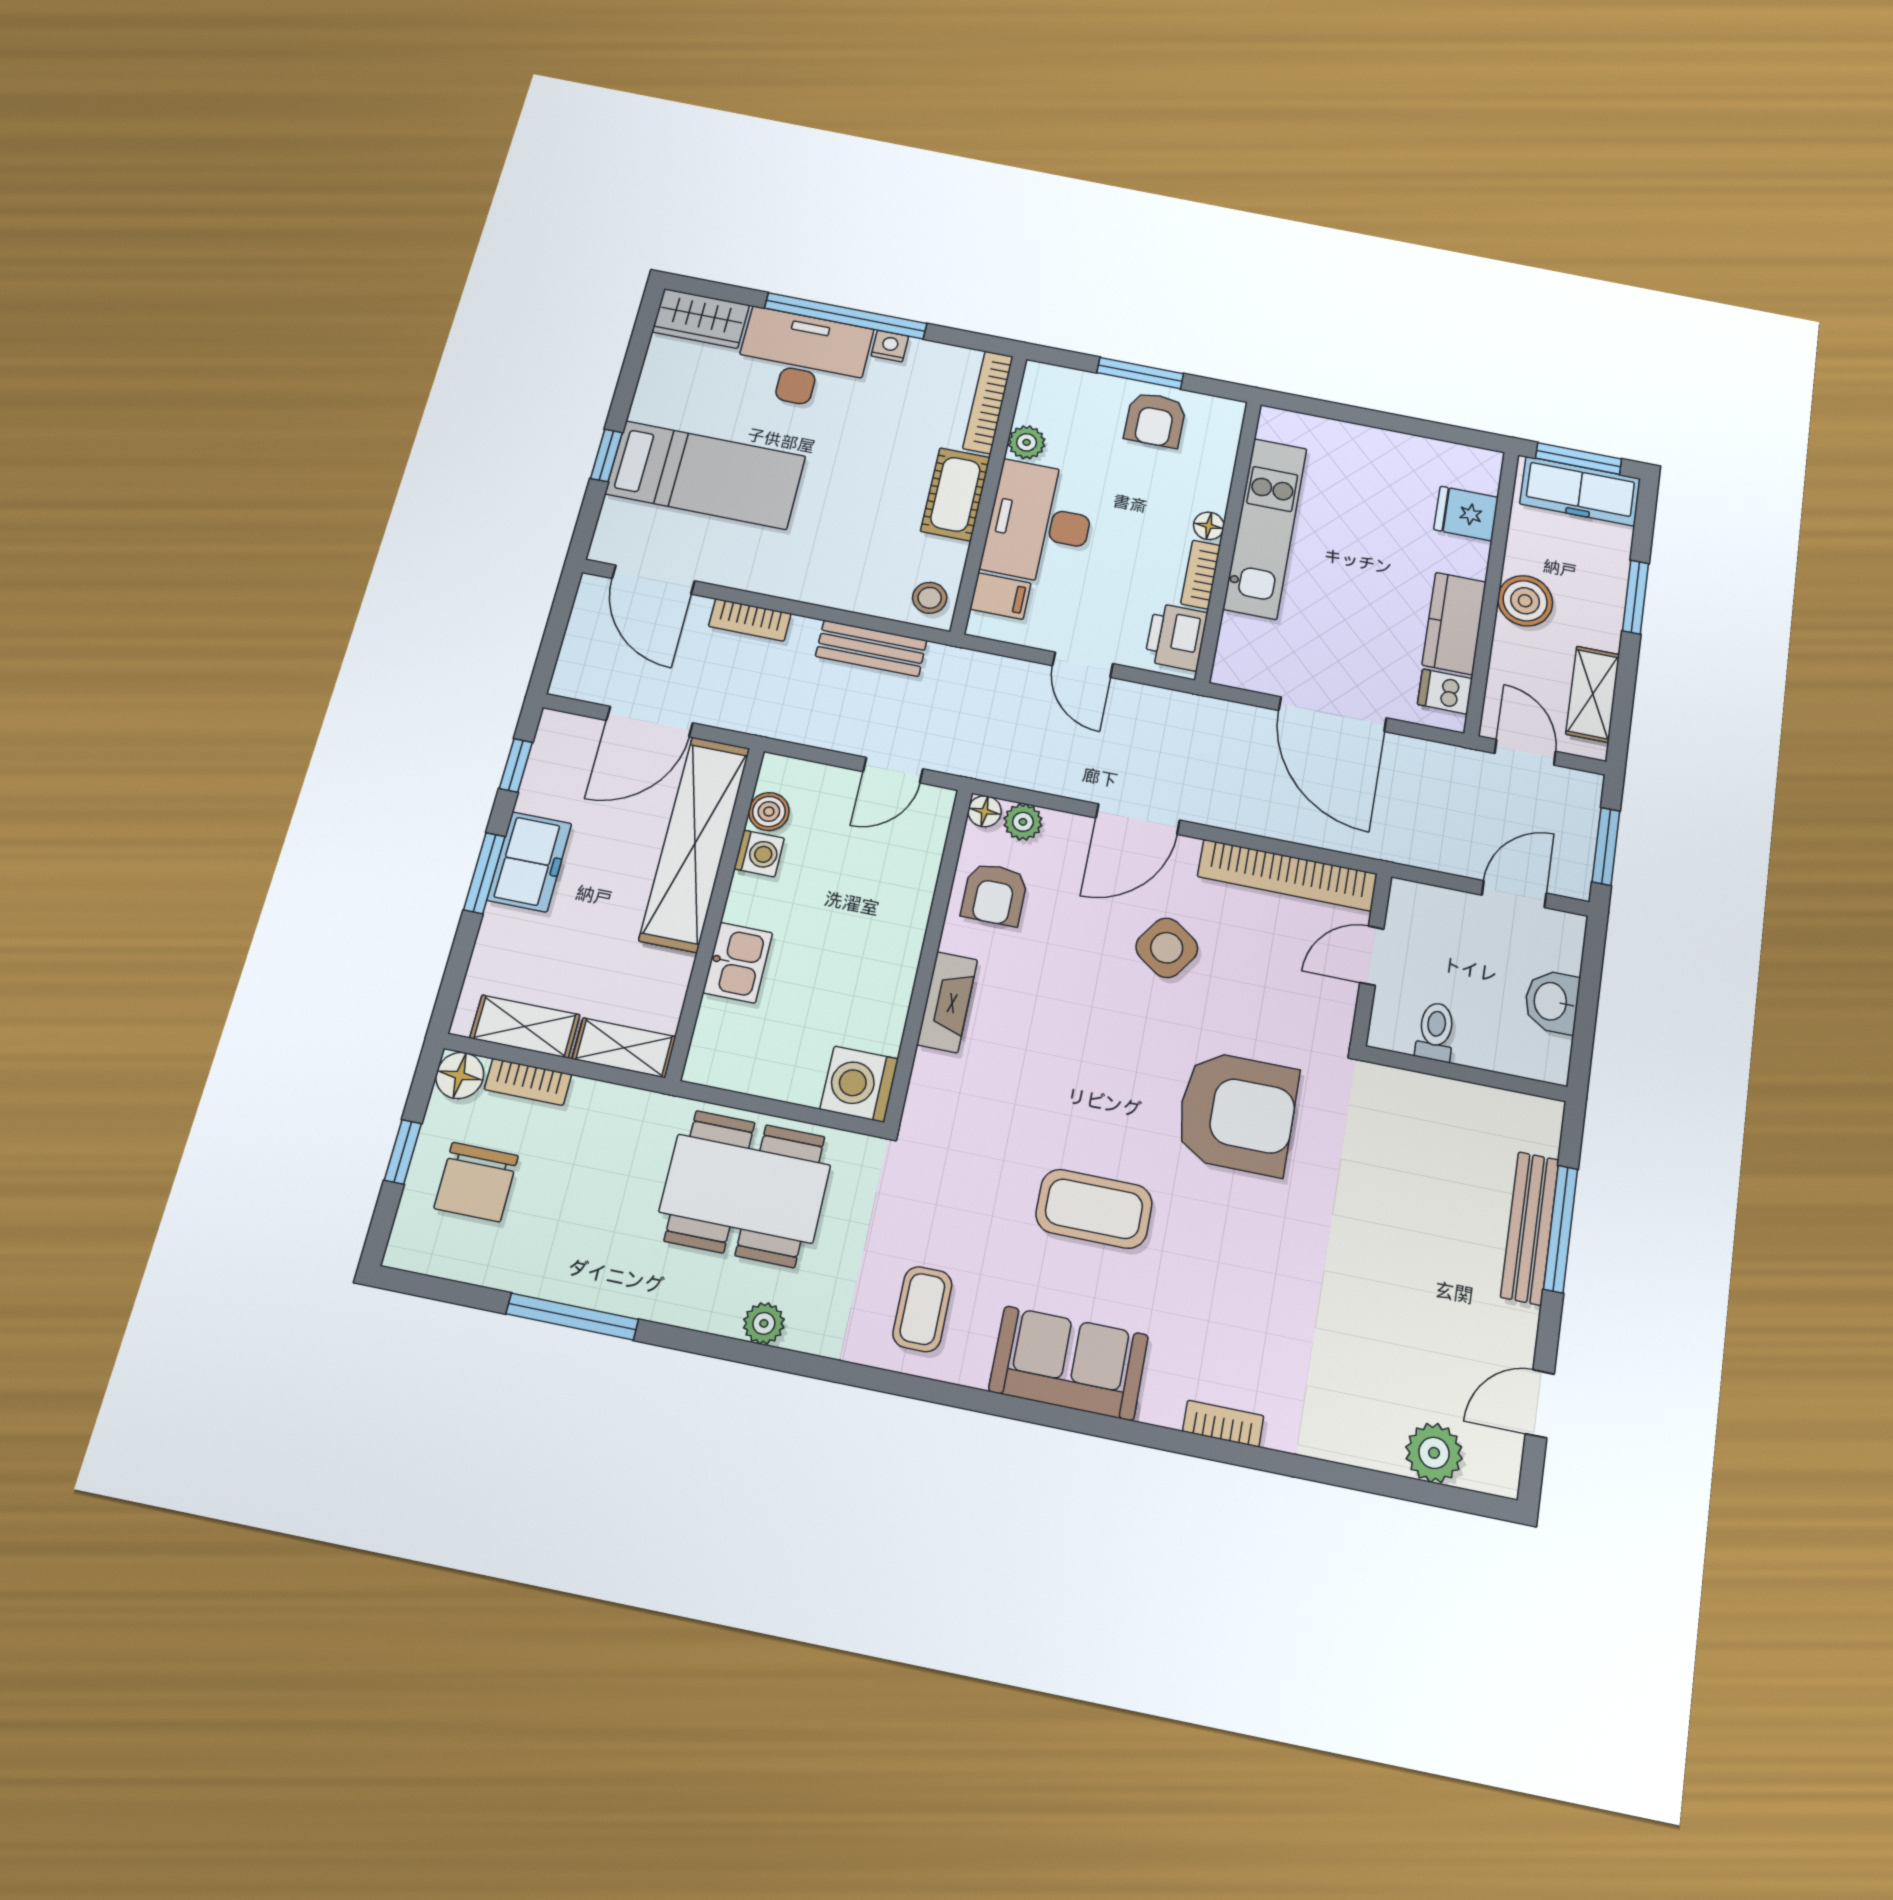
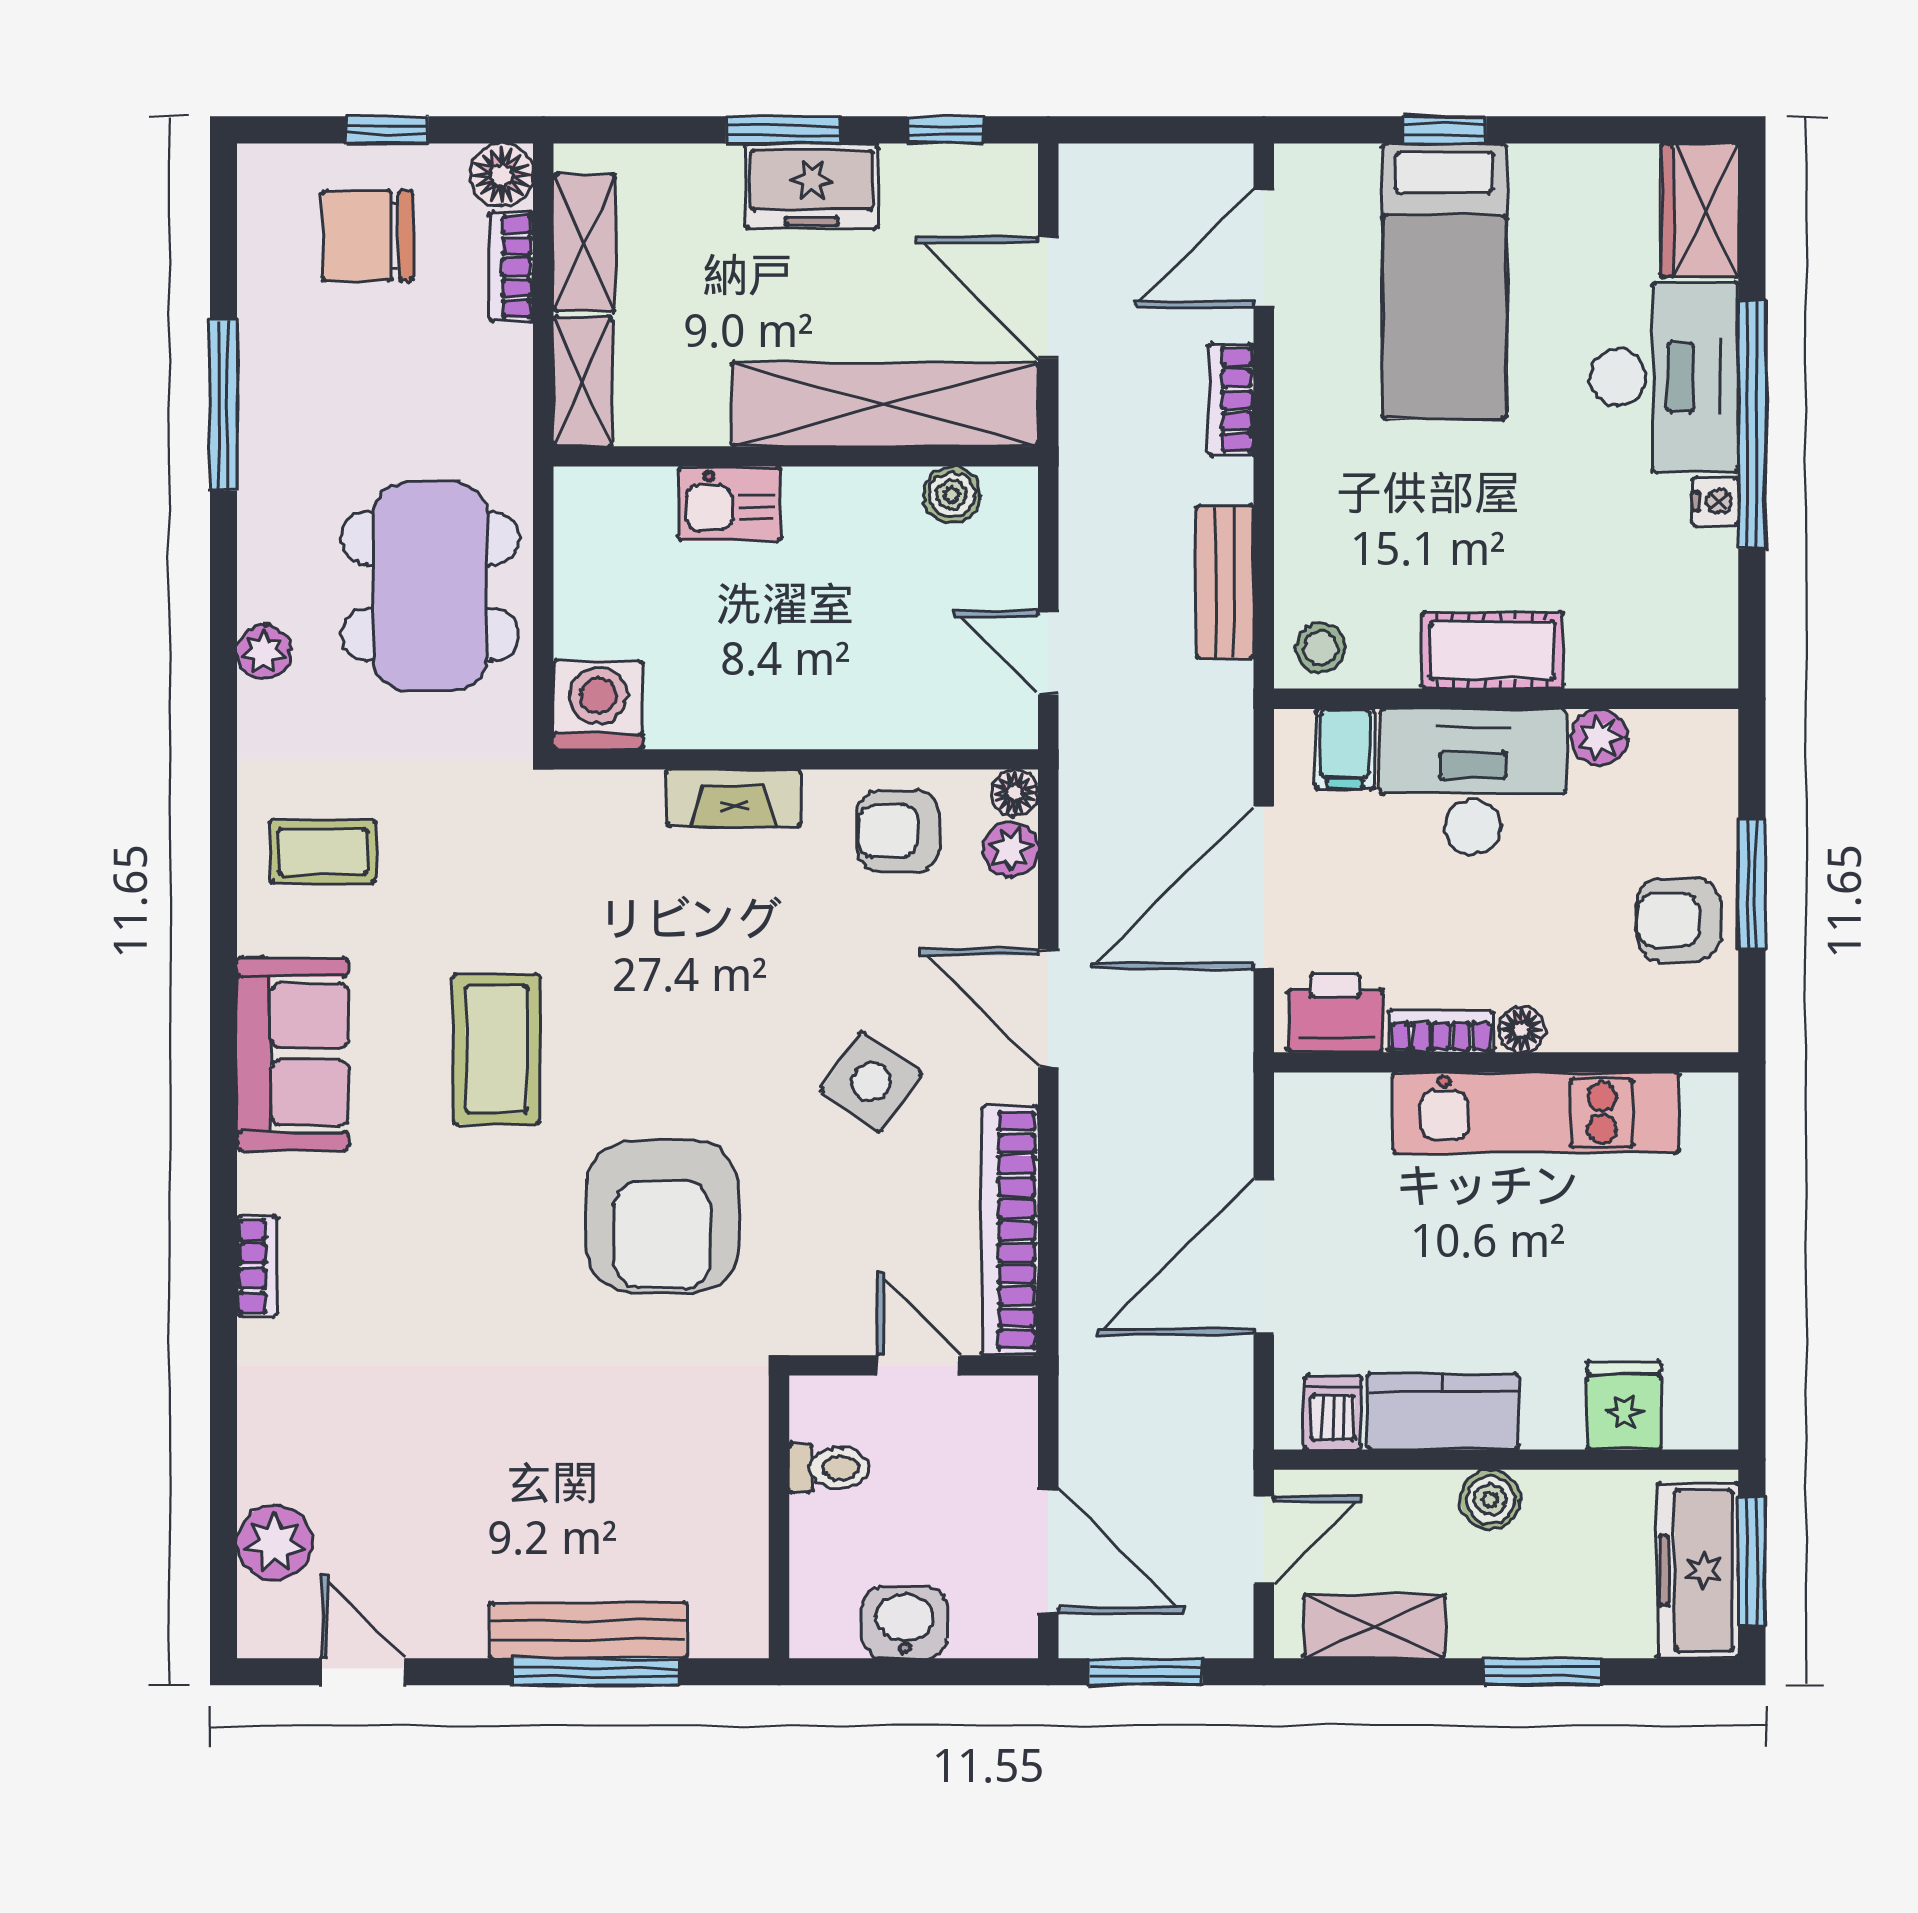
bookcase: (988, 402) -> (1653, 667), removed
boiler: (1525, 601) -> (1490, 1500), width x0.73, depth x0.73
door: (1083, 665) -> (1264, 887), width x1.88
washing machine: (759, 853) -> (889, 496), removed
door: (1514, 894) -> (1048, 1551), width x1.37

